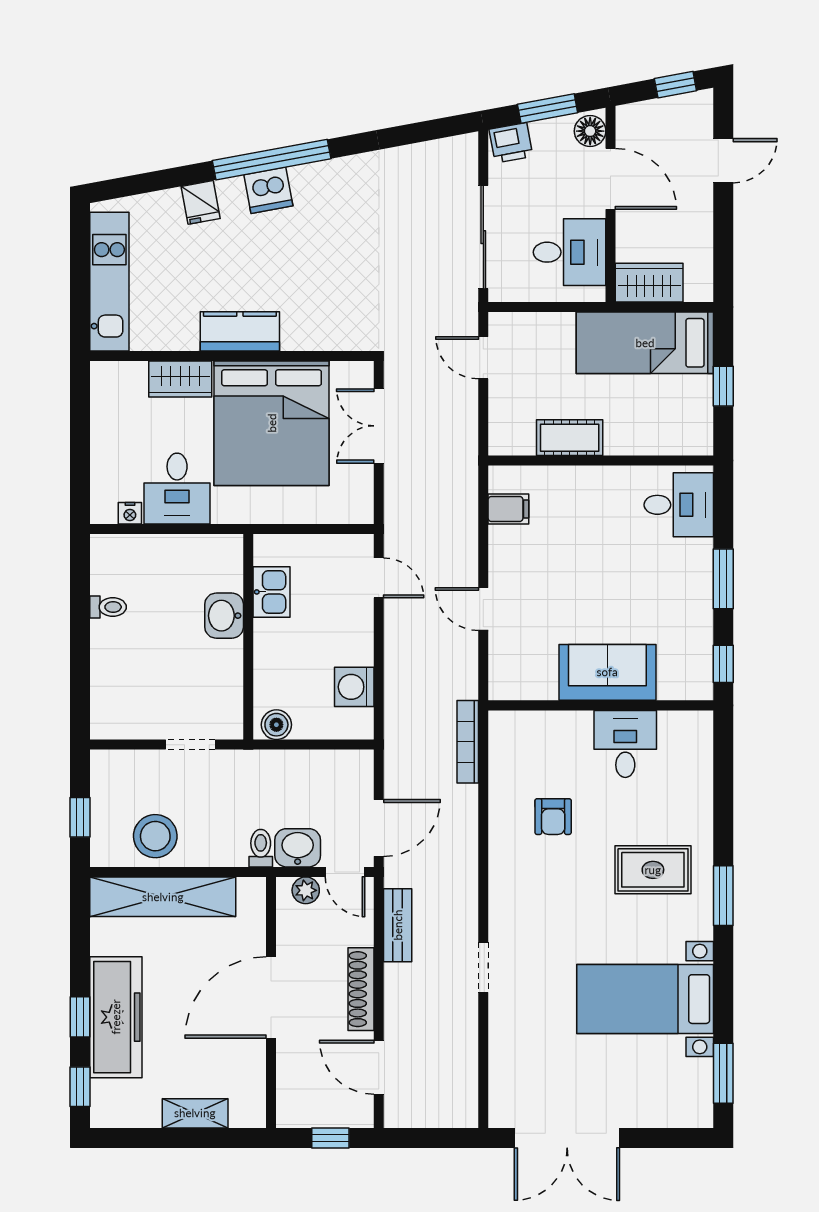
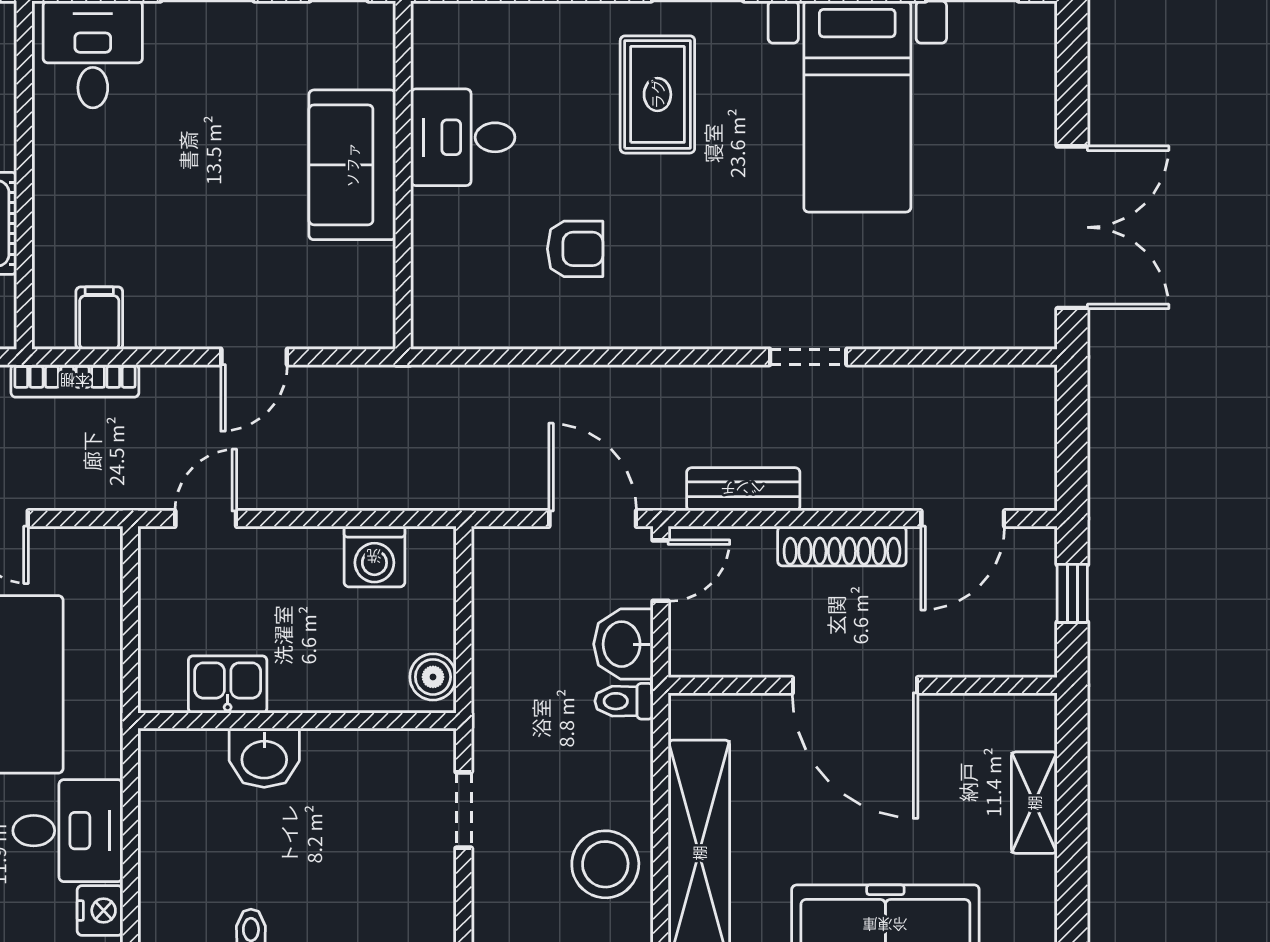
nightstand: (130, 513) -> (100, 910), width x1.39, depth x1.35
bookcase: (468, 742) -> (75, 381), moved
plant: (306, 890) -> (689, 632), removed

